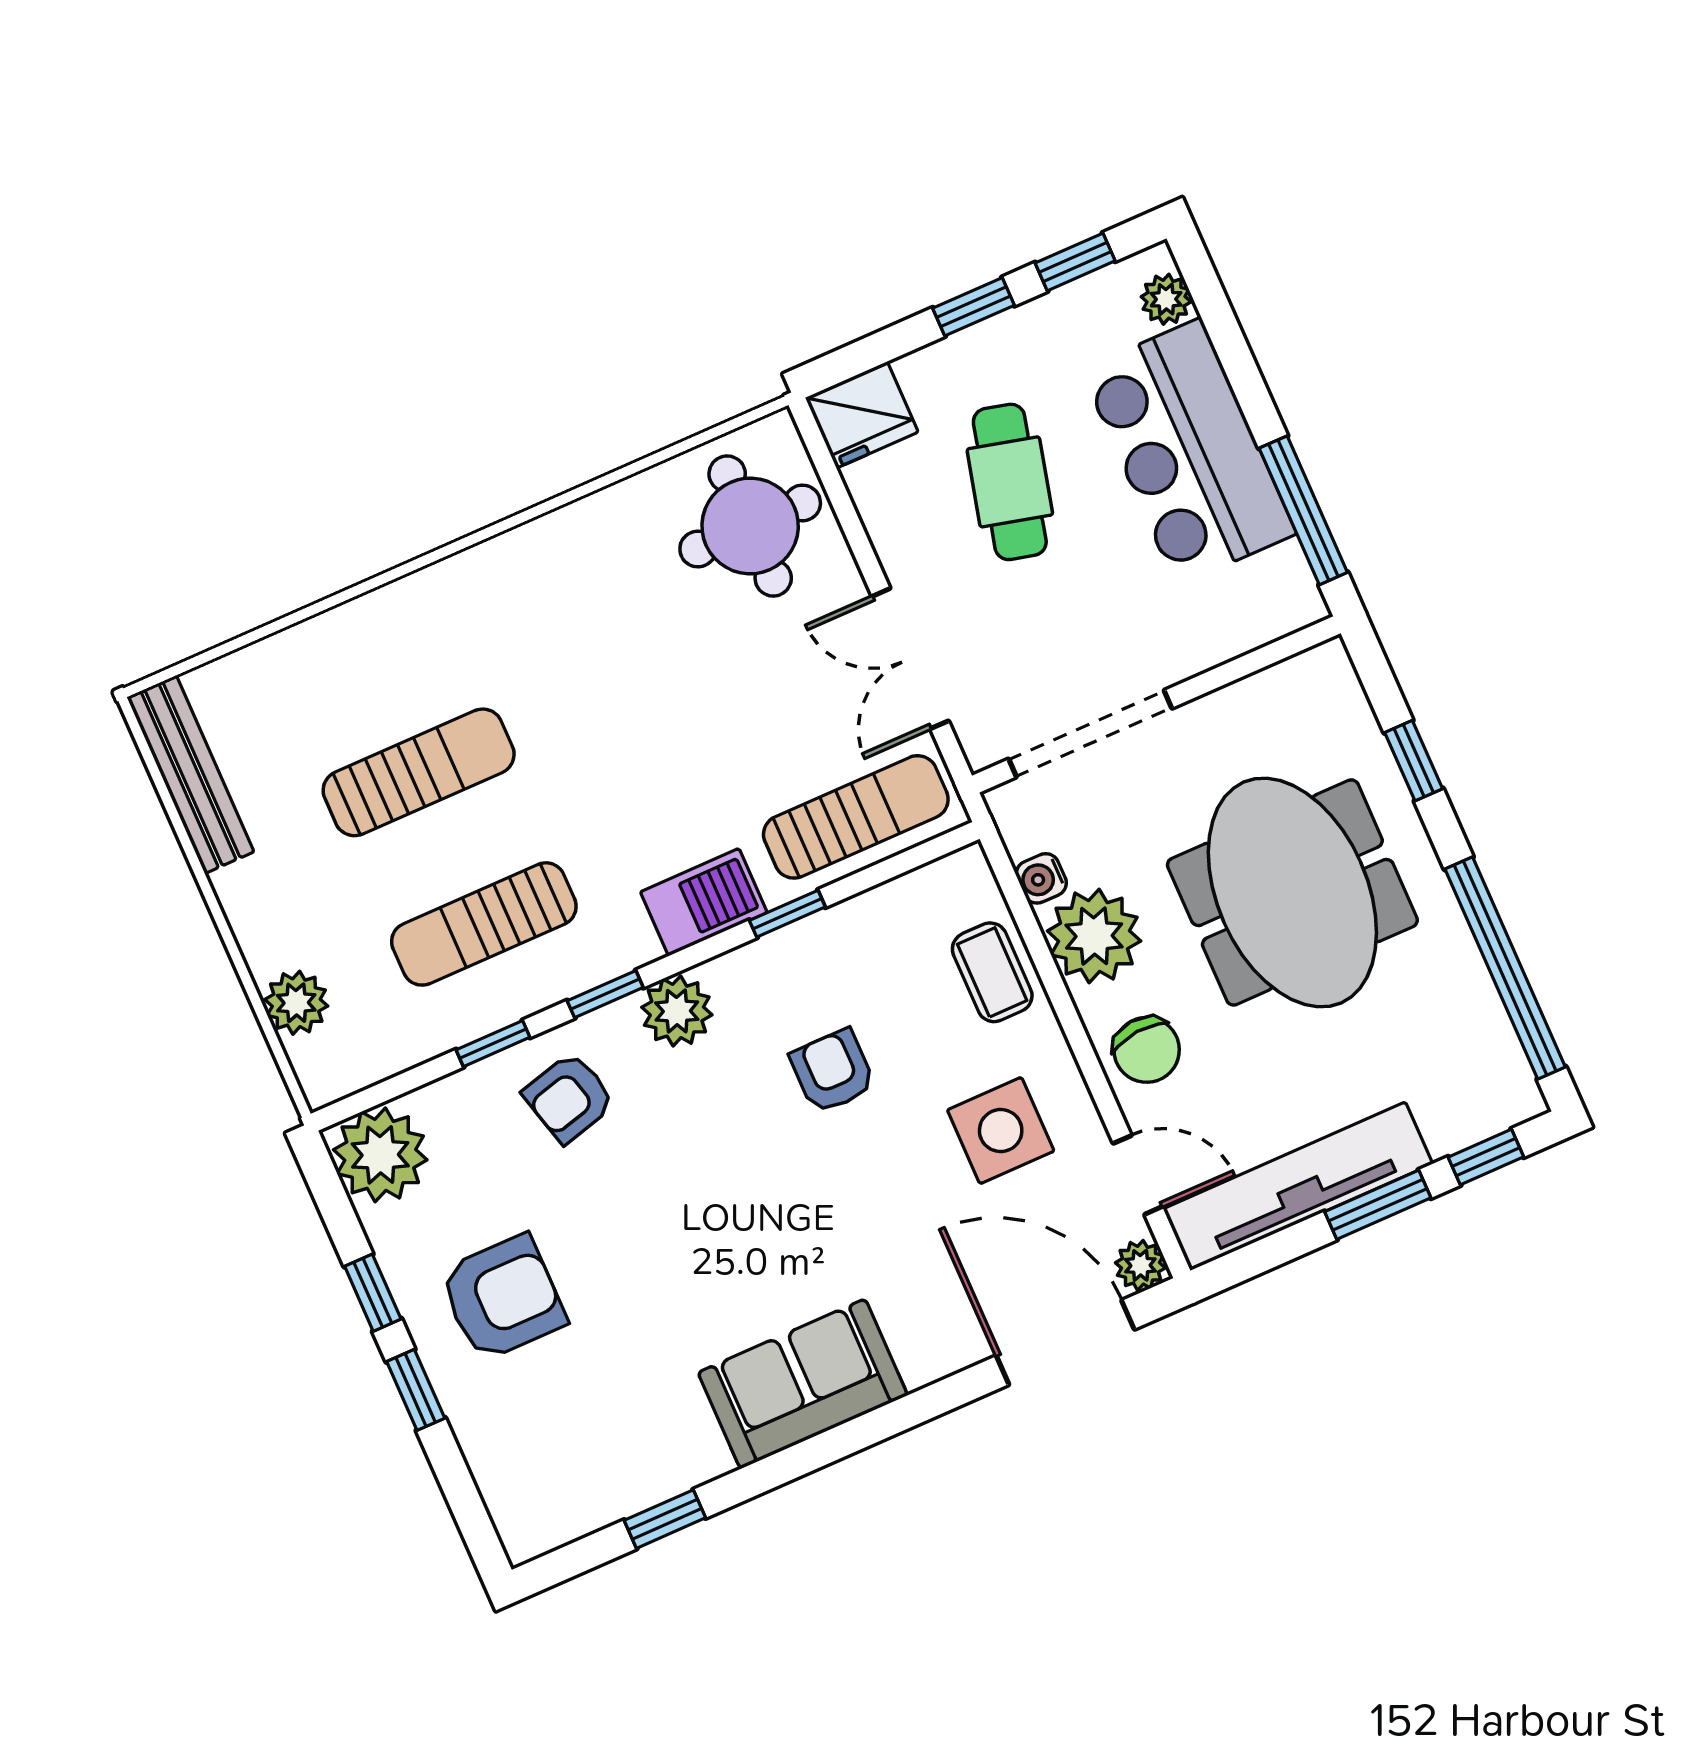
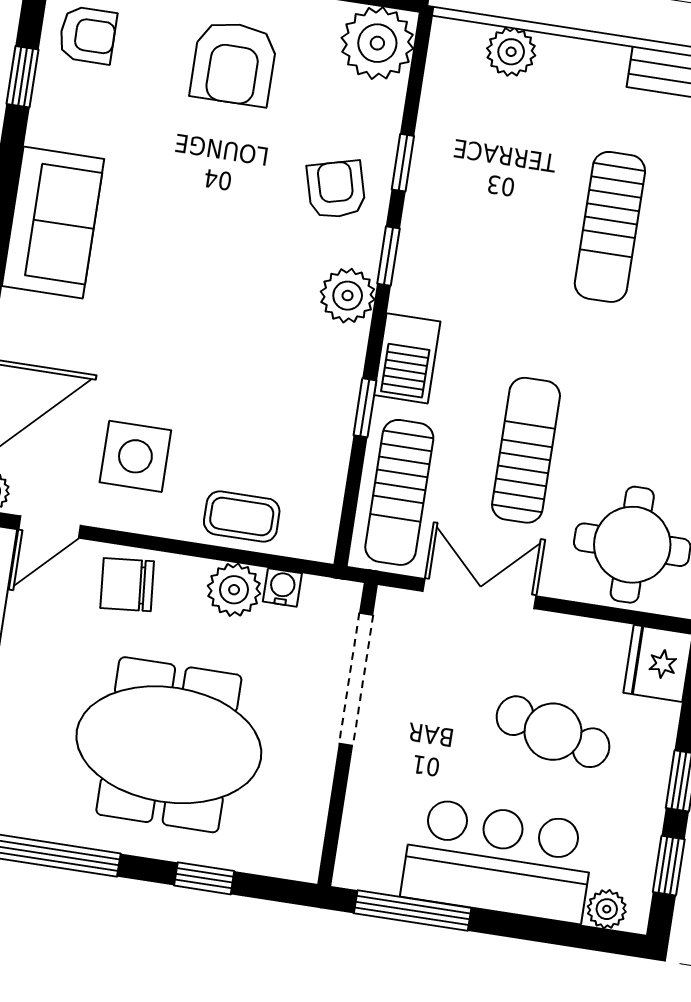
sun lounger: (484, 924) -> (526, 450), moved
plant: (1094, 936) -> (234, 590), width x0.73, depth x0.73
armchair: (833, 1071) -> (88, 35), moved

